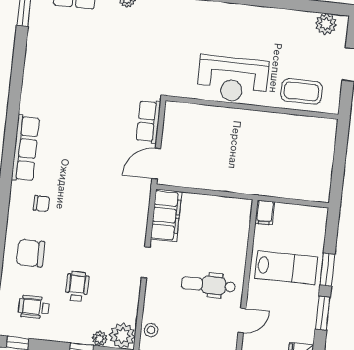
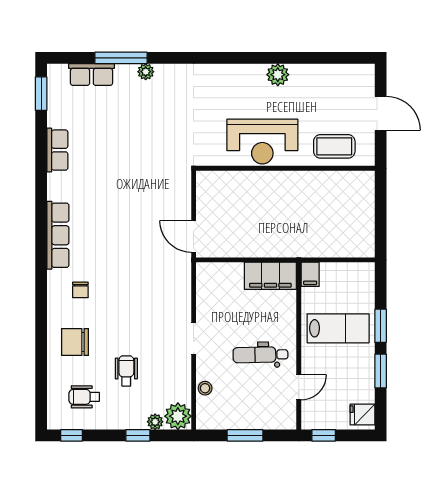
plant: (326, 24) -> (278, 75), moved
row of seats: (148, 121) -> (57, 150), moved, turned 180
door: (156, 164) -> (194, 236), hinge flipped
chair: (41, 203) -> (80, 290), turned 90
filing cabinet: (166, 215) -> (270, 276), moved, turned 90
stool: (151, 330) -> (205, 388), moved

